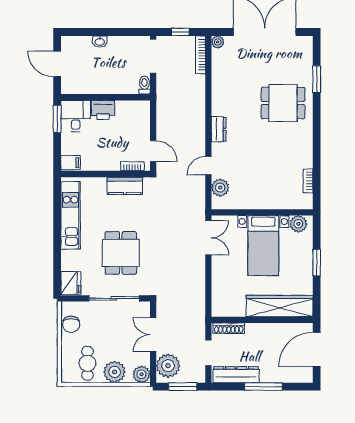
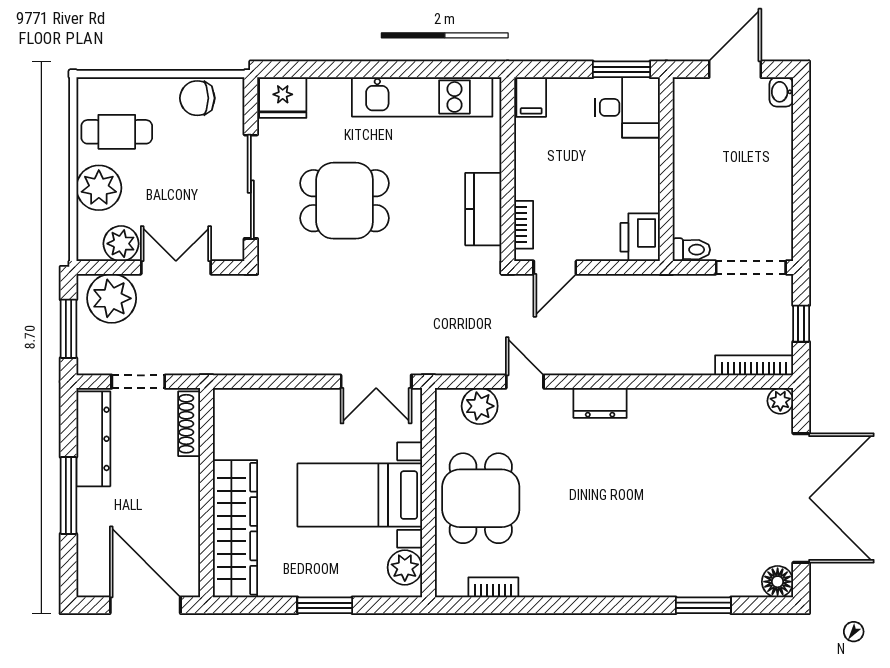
washbasin: (100, 42) -> (781, 92), moved
floor lamp: (305, 43) -> (778, 582), added
dining table: (283, 103) -> (481, 498), moved
printer: (103, 110) -> (640, 237), moved
plant: (142, 374) -> (121, 244), moved

